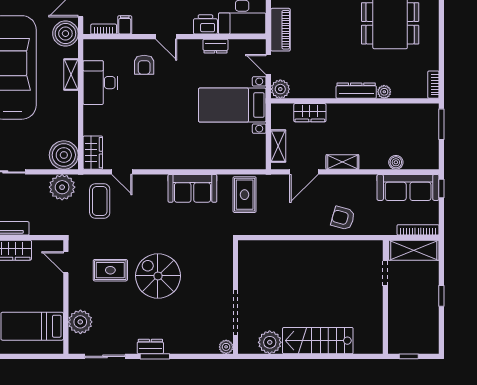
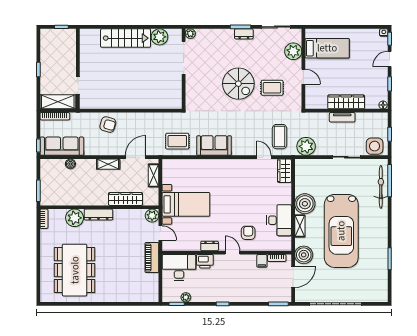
dresser: (216, 46) -> (210, 246), moved
plant: (384, 92) -> (75, 218), width x1.87, depth x1.87
wardrobe: (310, 113) -> (126, 199), width x1.50
boiler: (64, 155) -> (305, 204), moved
rug: (245, 195) -> (177, 141), turned 90
door: (66, 262) -> (303, 77), moved

